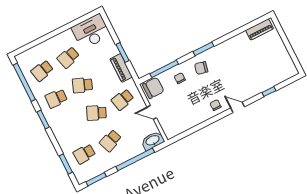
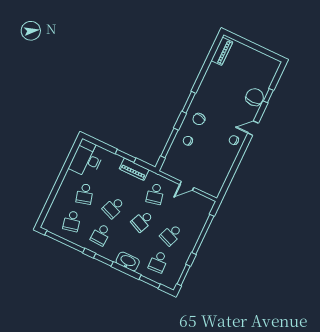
chair: (153, 88) -> (255, 97), moved
school desk: (111, 141) -> (171, 235), turned 42
washbasin: (153, 141) -> (128, 261), moved, turned 90

